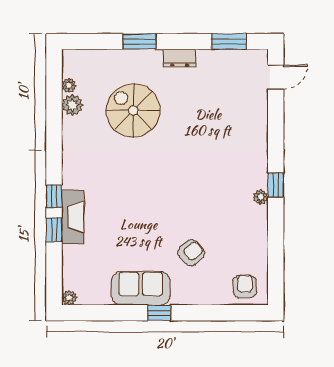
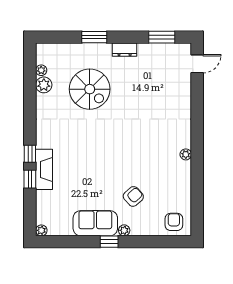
spiral stairs: (133, 110) -> (90, 89), turned 180
window: (276, 185) -> (197, 145), removed
plant: (179, 298) -> (124, 230), added

